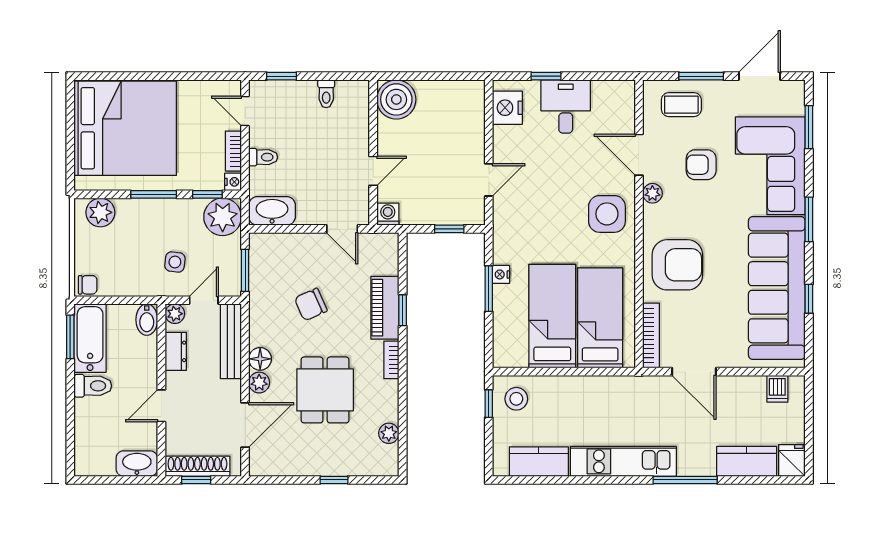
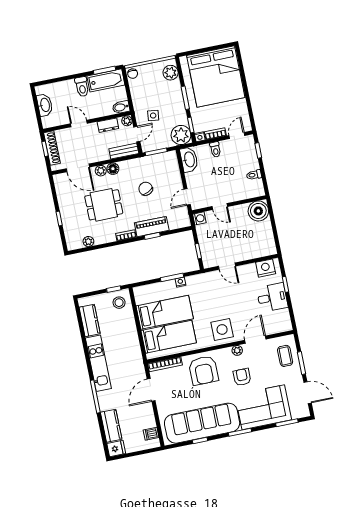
armchair: (701, 165) -> (242, 377), moved
door: (204, 300) -> (137, 134), hinge flipped
bench: (231, 341) -> (124, 151), width x0.73
washbasin: (137, 464) -> (45, 105), moved

